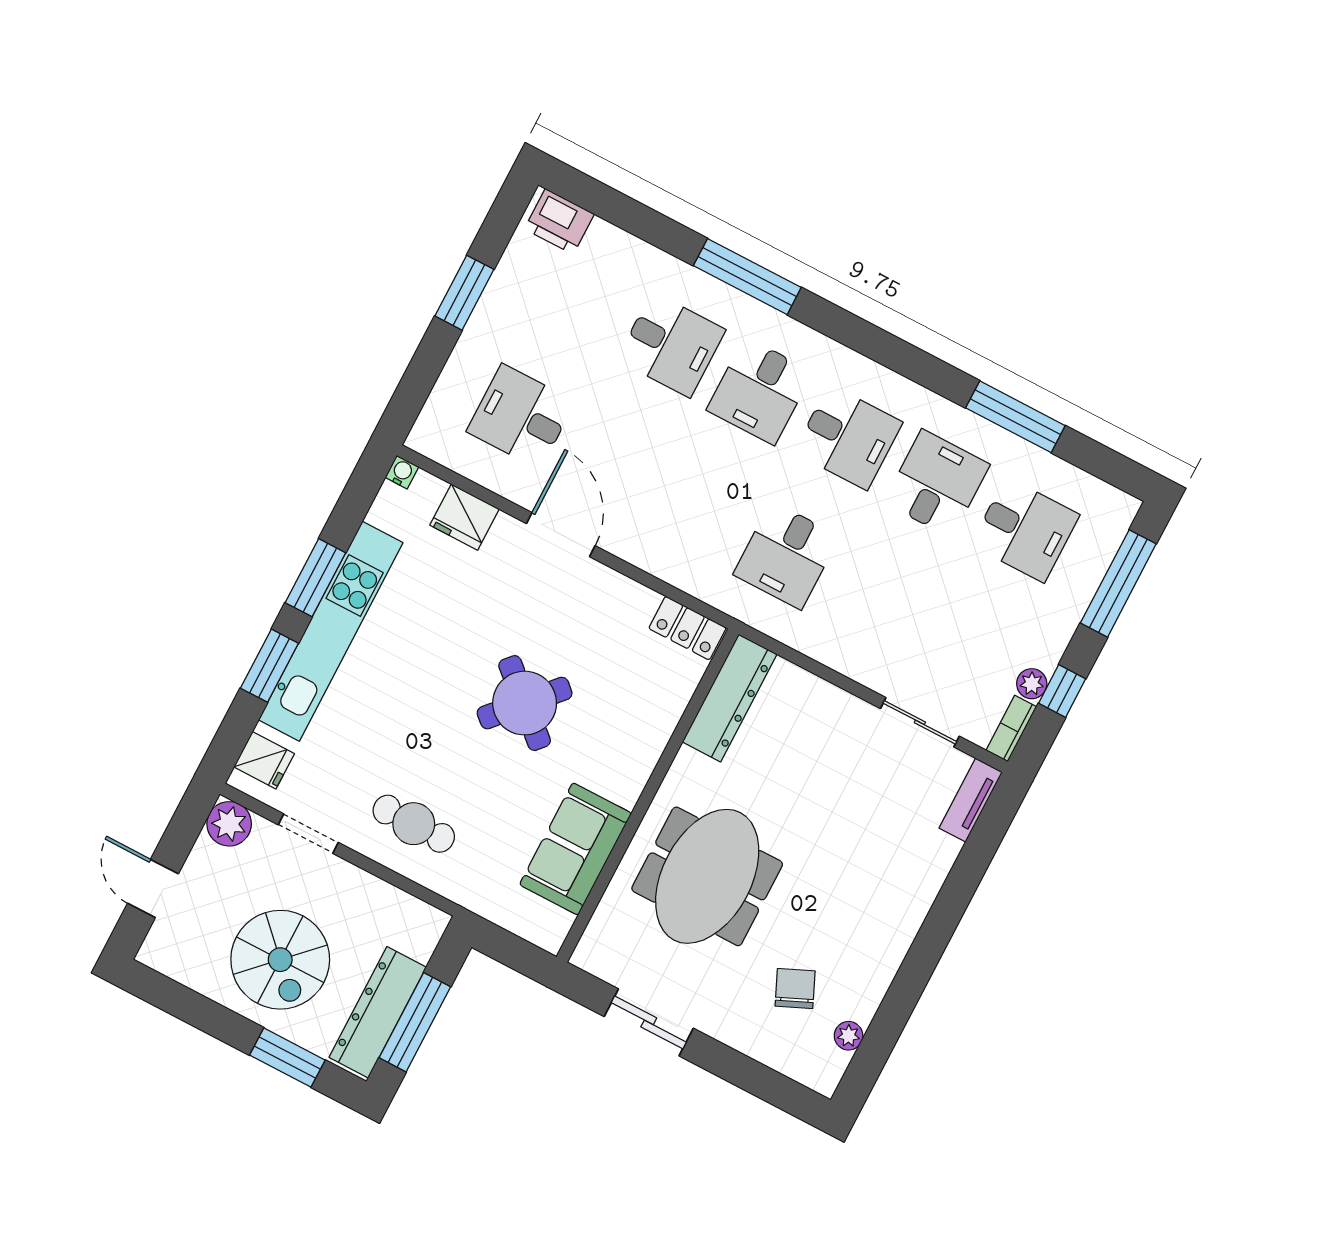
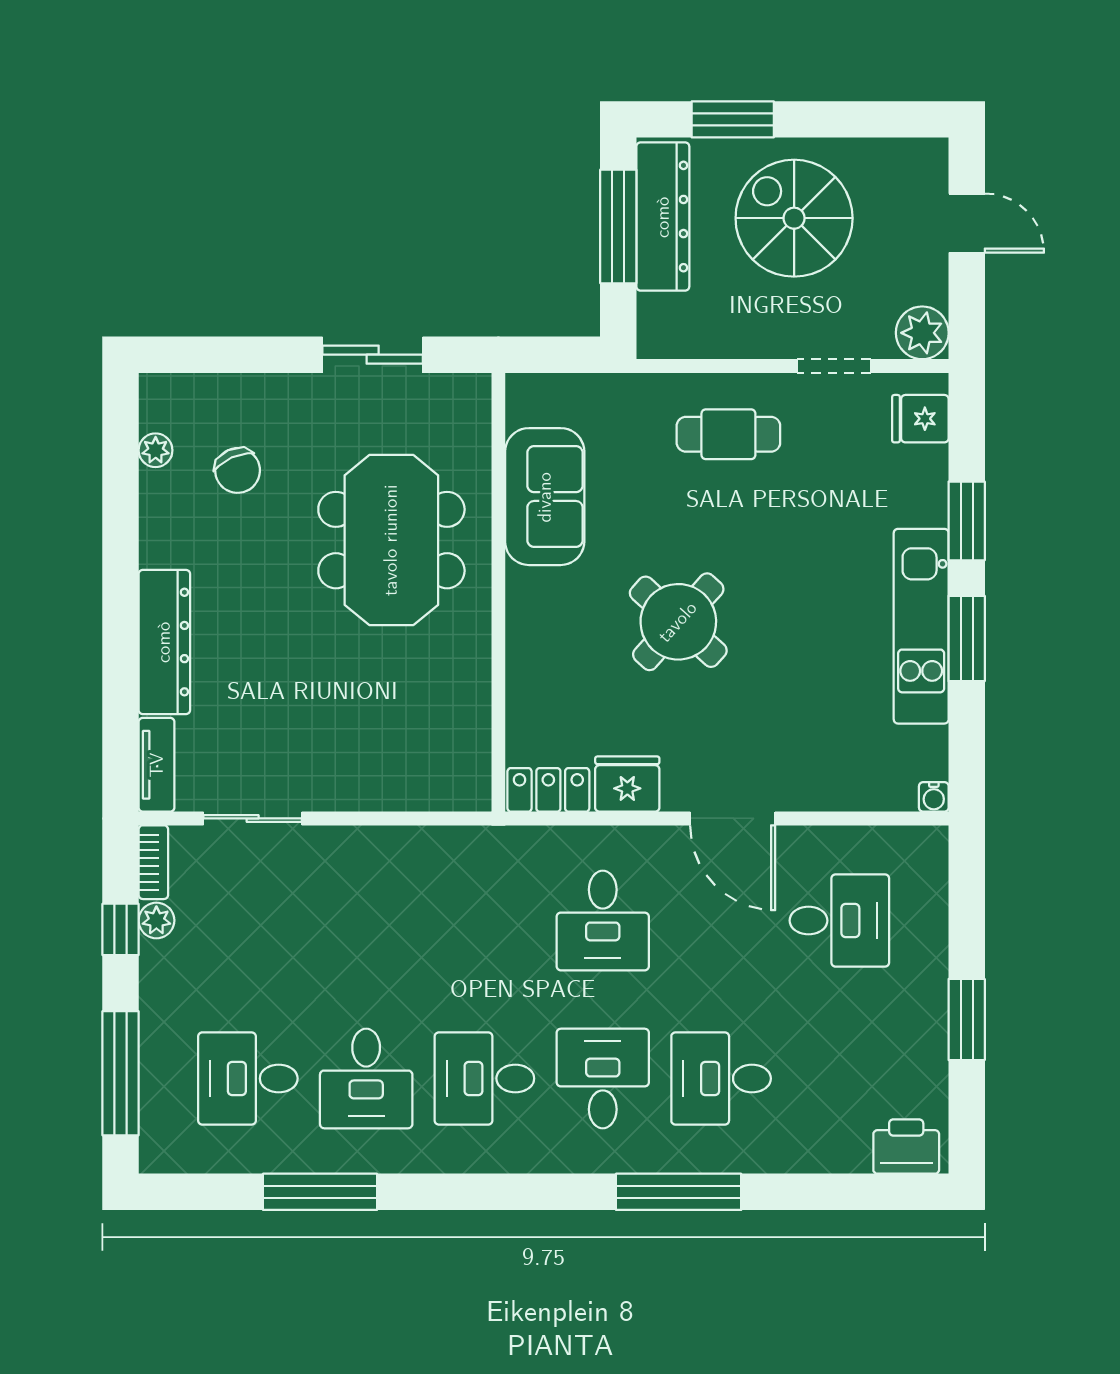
fridge: (464, 517) -> (627, 784), moved
desk: (786, 555) -> (603, 921), moved, turned 180
kitchen unit: (331, 631) -> (921, 626), width x0.73
dresser: (730, 698) -> (164, 642), moved, turned 180

